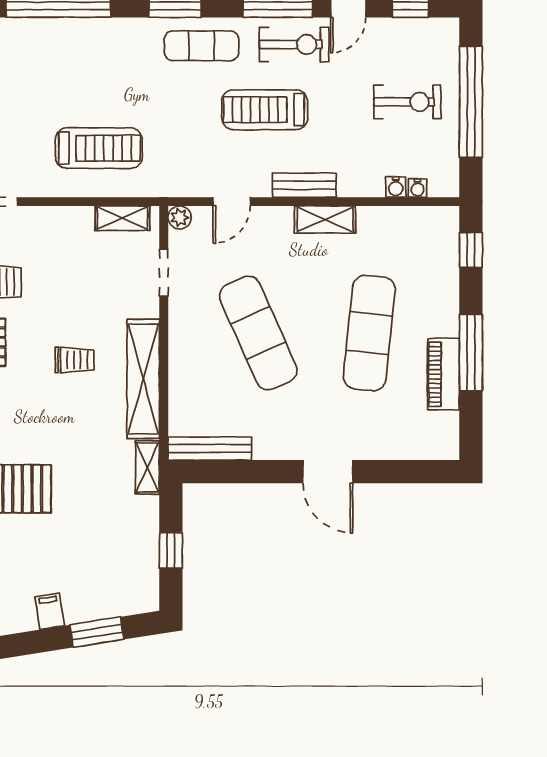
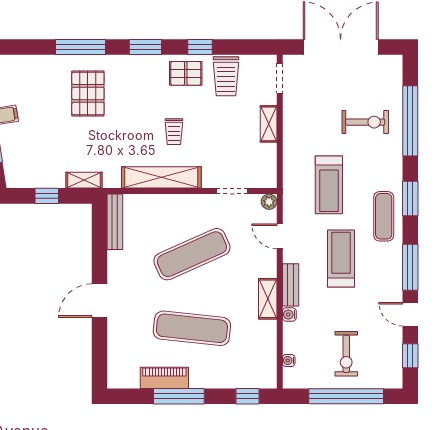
exercise bike: (294, 44) -> (365, 122), moved, turned -90
treadmill: (99, 148) -> (329, 185), moved
water cooler: (396, 187) -> (289, 314), moved
shelving: (122, 218) -> (269, 124), moved
shelving: (147, 467) -> (84, 180), moved

